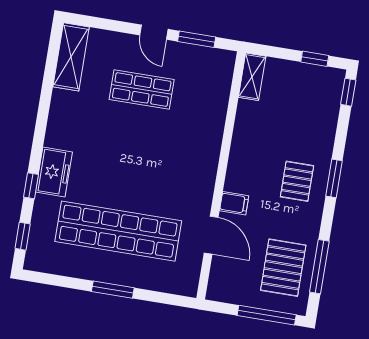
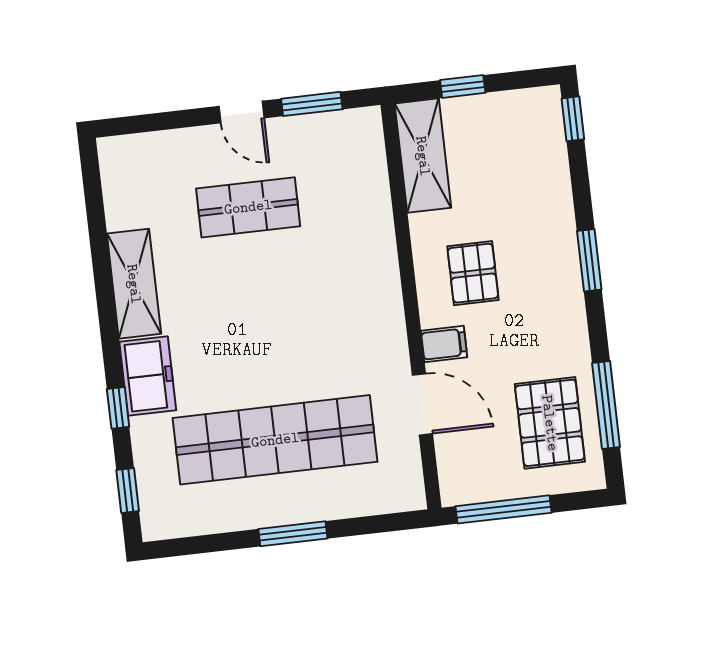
shelving: (71, 57) -> (134, 284), moved
window: (315, 59) -> (463, 86), moved
shelving: (252, 77) -> (423, 156), width x1.50, depth x1.33
pallet: (297, 181) -> (473, 273), moved
window: (267, 315) -> (503, 509), moved

